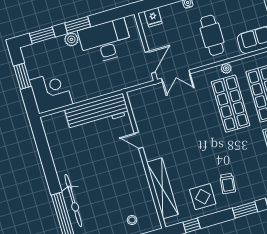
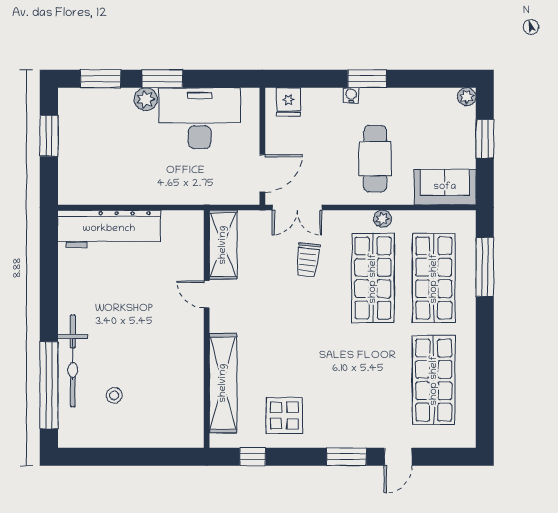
corner desk: (51, 92) -> (88, 175), removed
shelving: (140, 109) -> (223, 245), added
workbench: (97, 112) -> (109, 229), moved
trolley: (228, 184) -> (308, 260), moved
stool: (132, 220) -> (114, 395), moved

